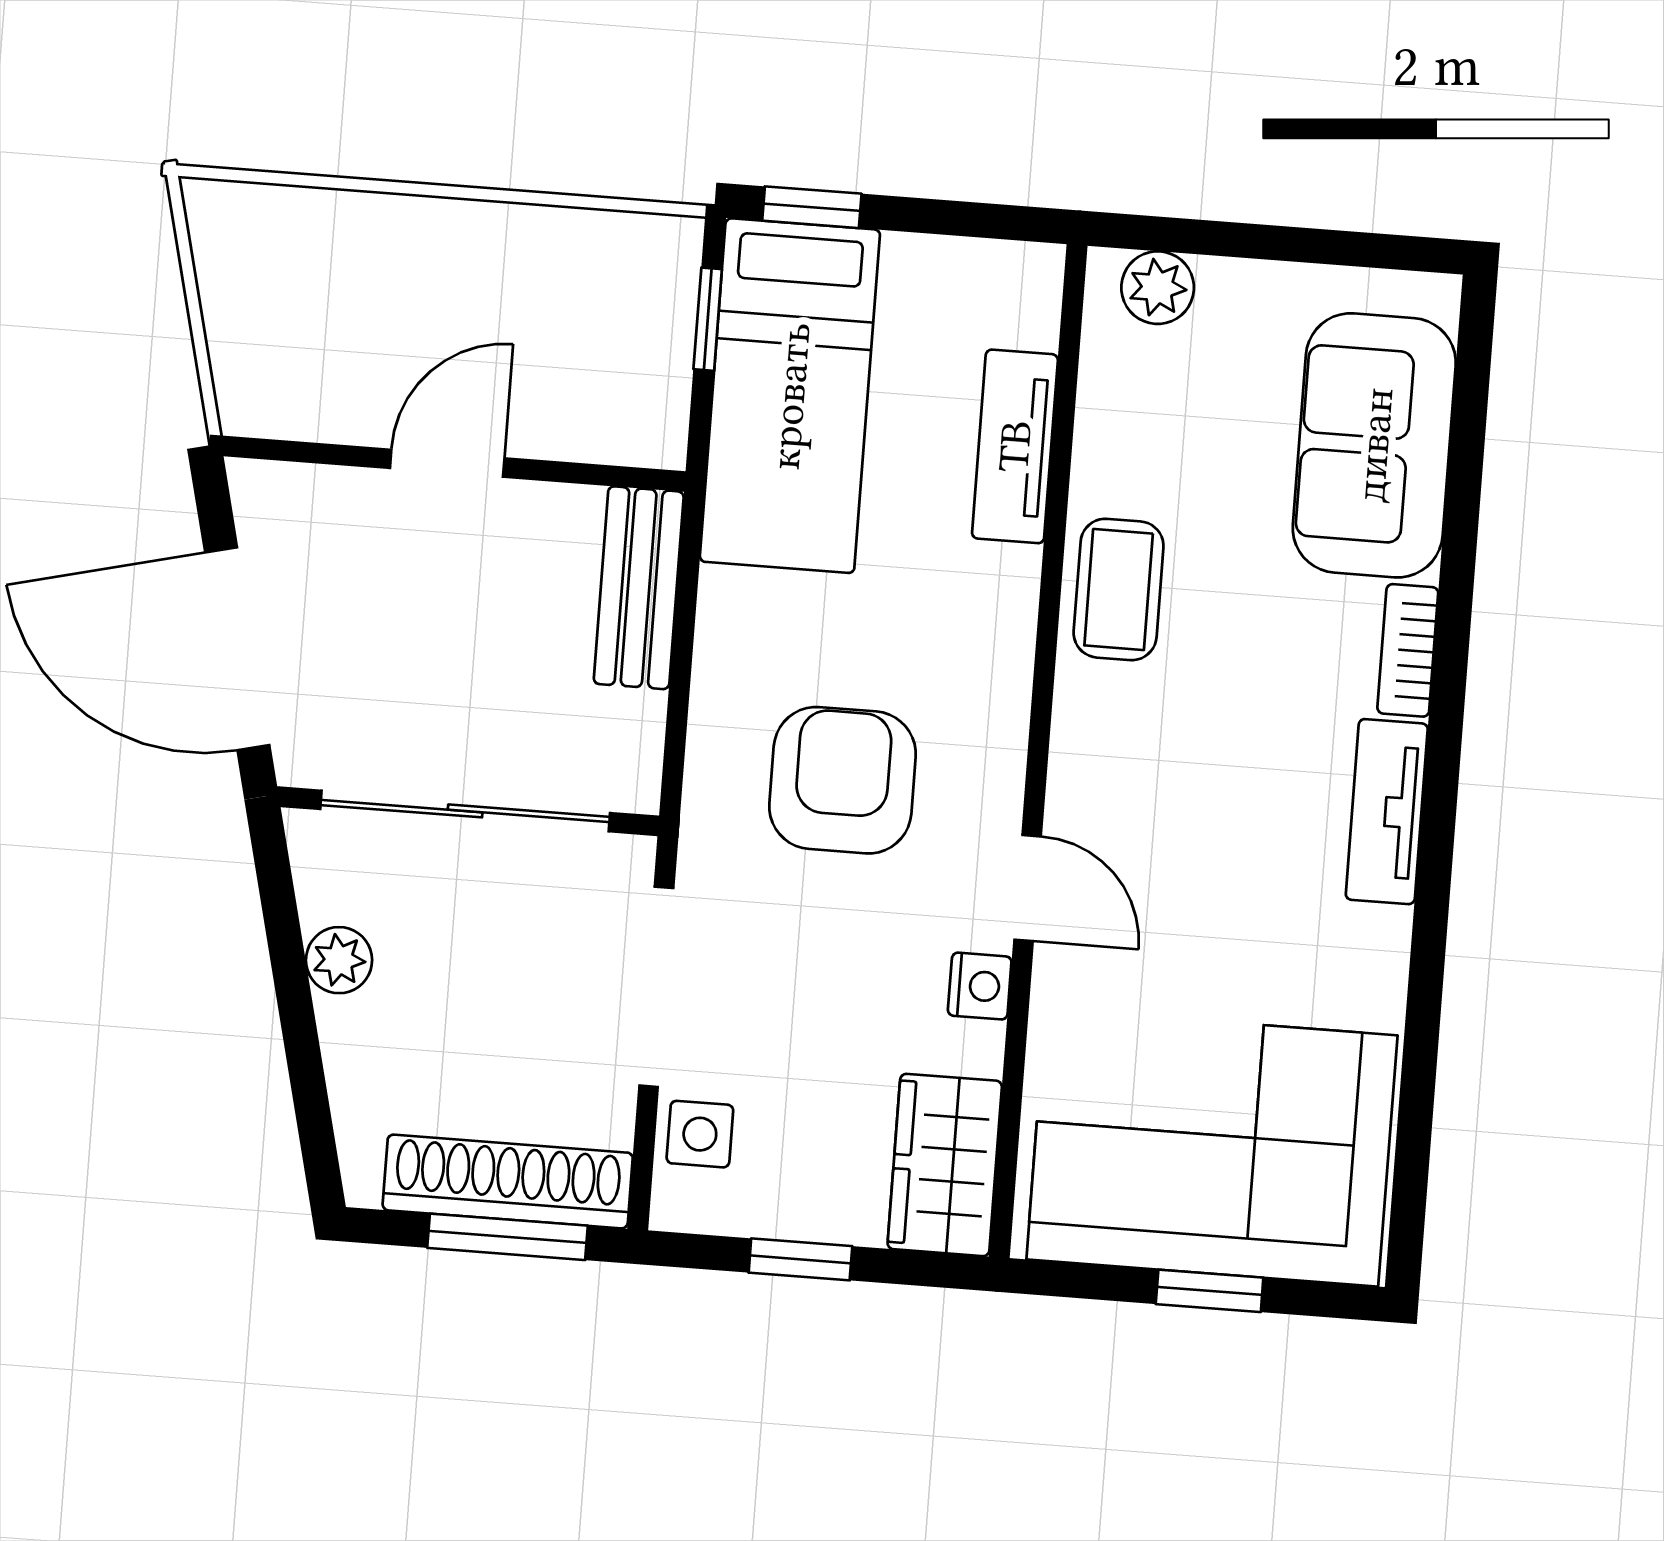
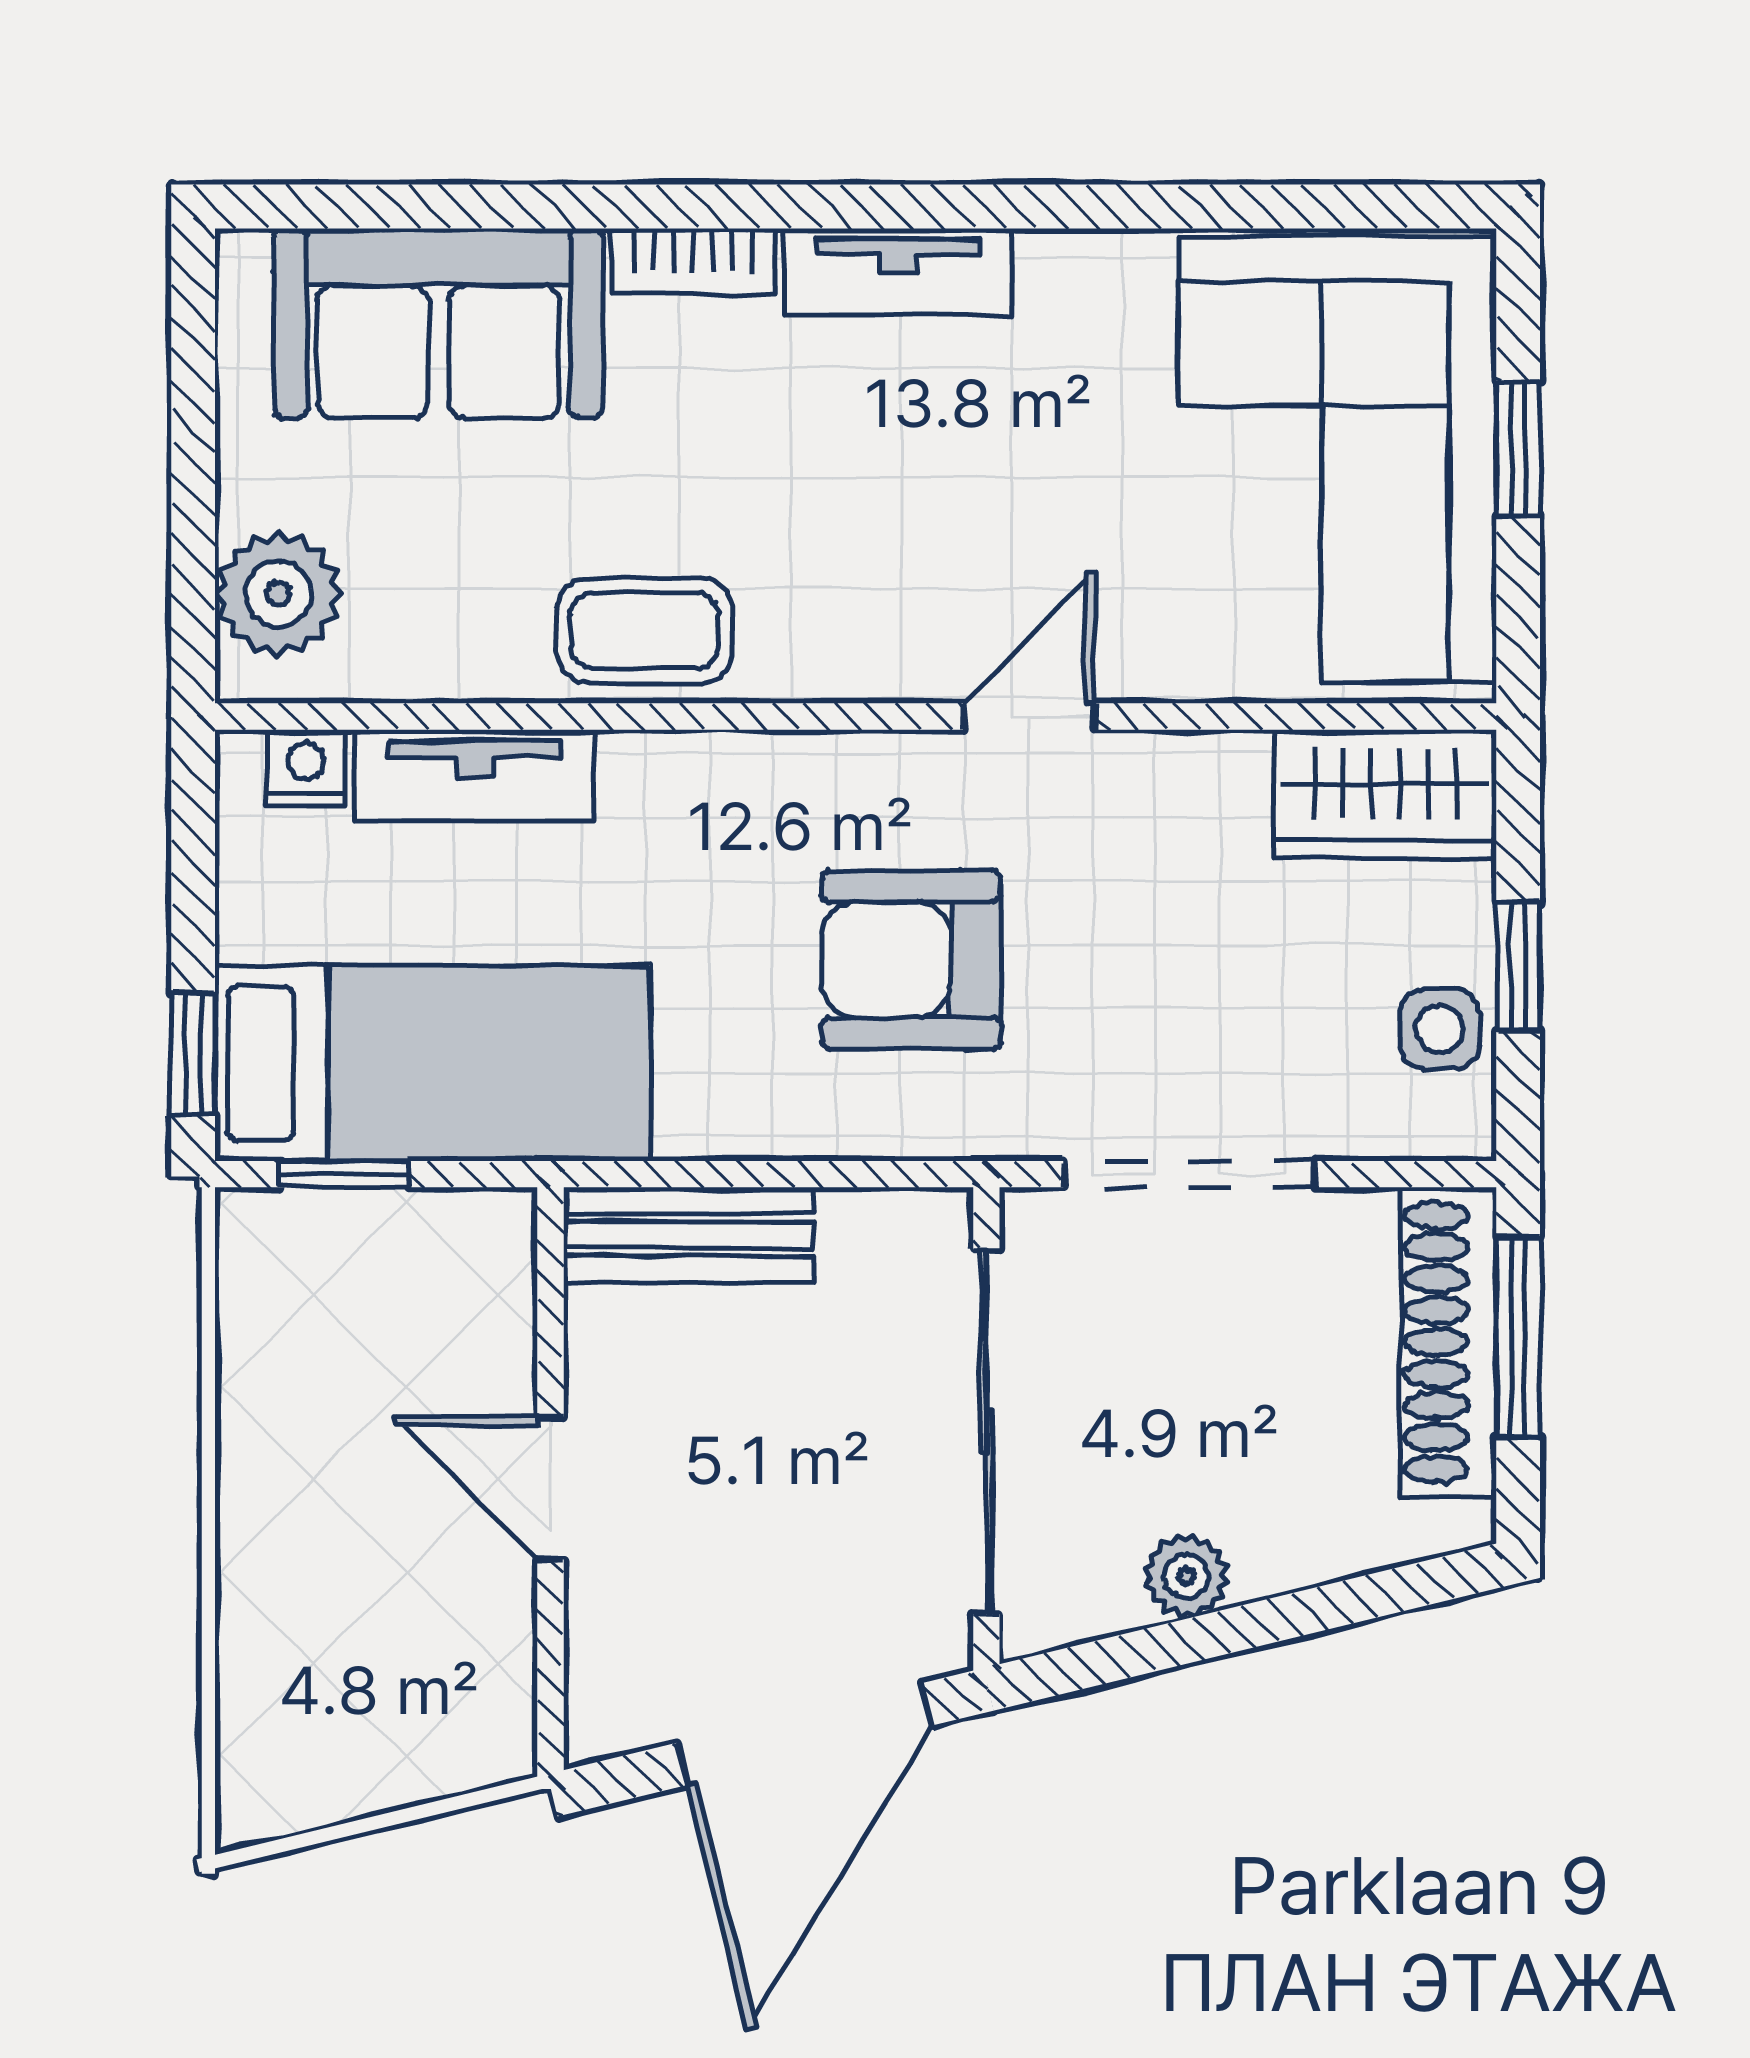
plant: (1158, 288) -> (278, 594), width x1.38, depth x1.38
nightstand: (980, 986) -> (306, 767), moved
side table: (700, 1134) -> (1440, 1029), moved

